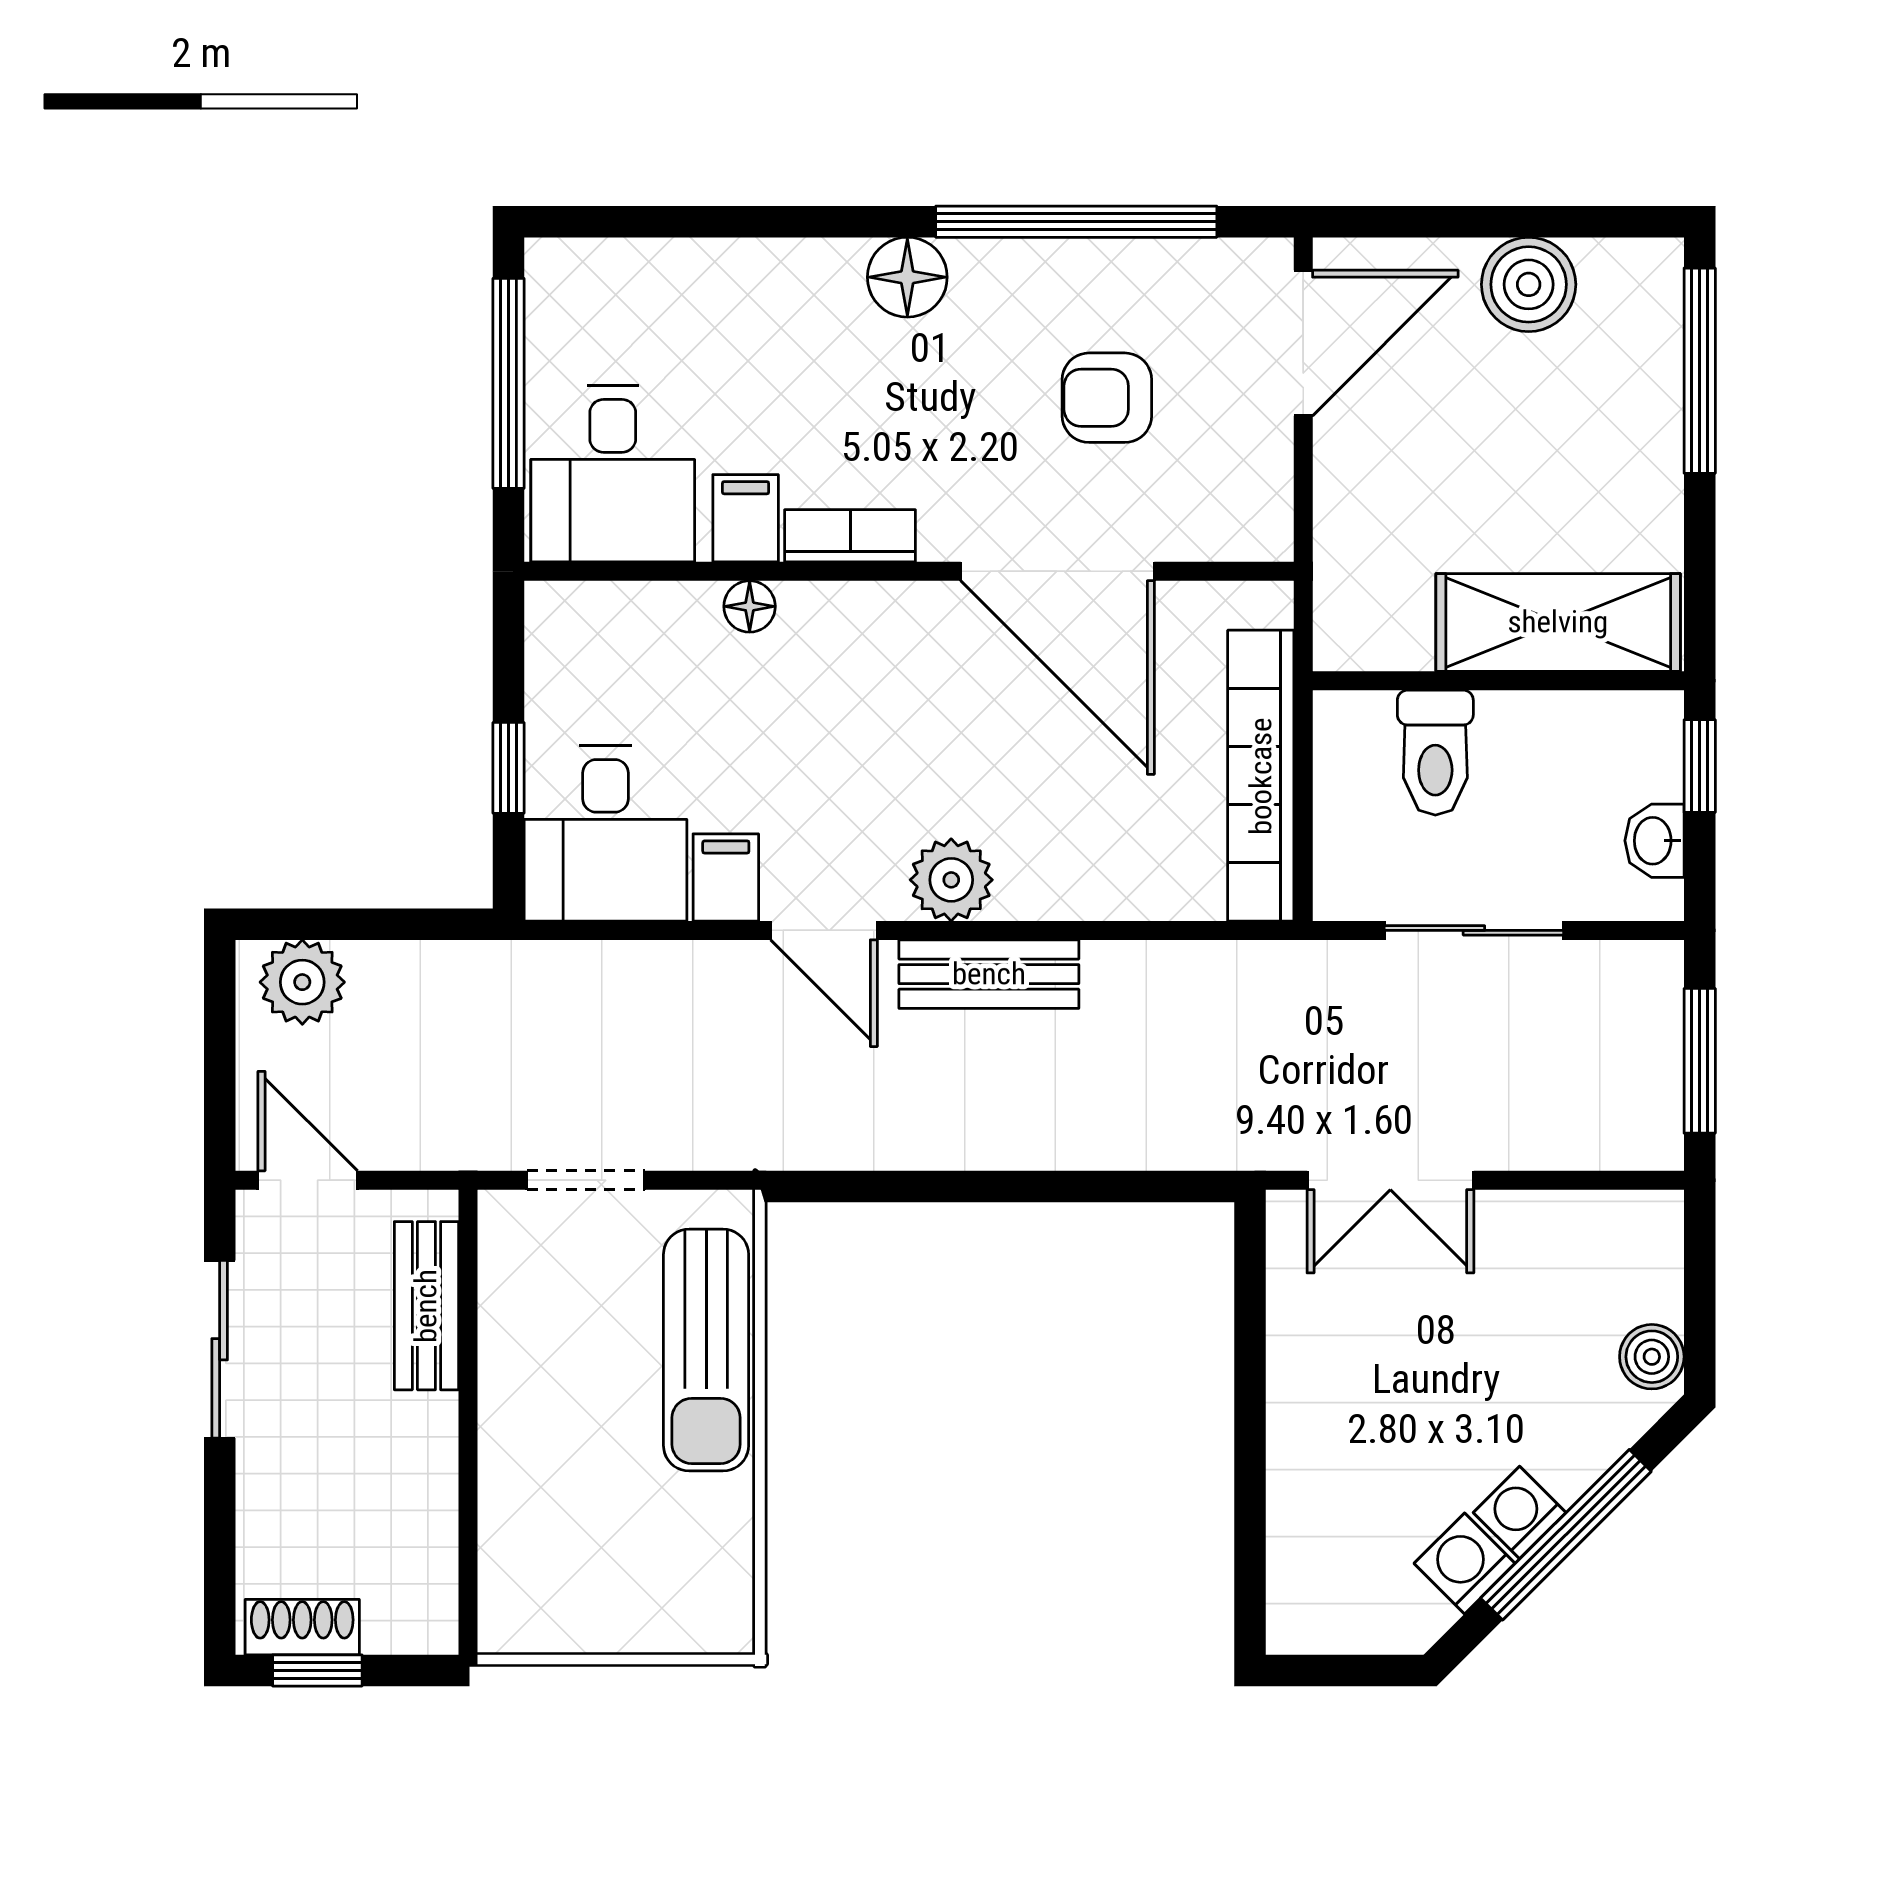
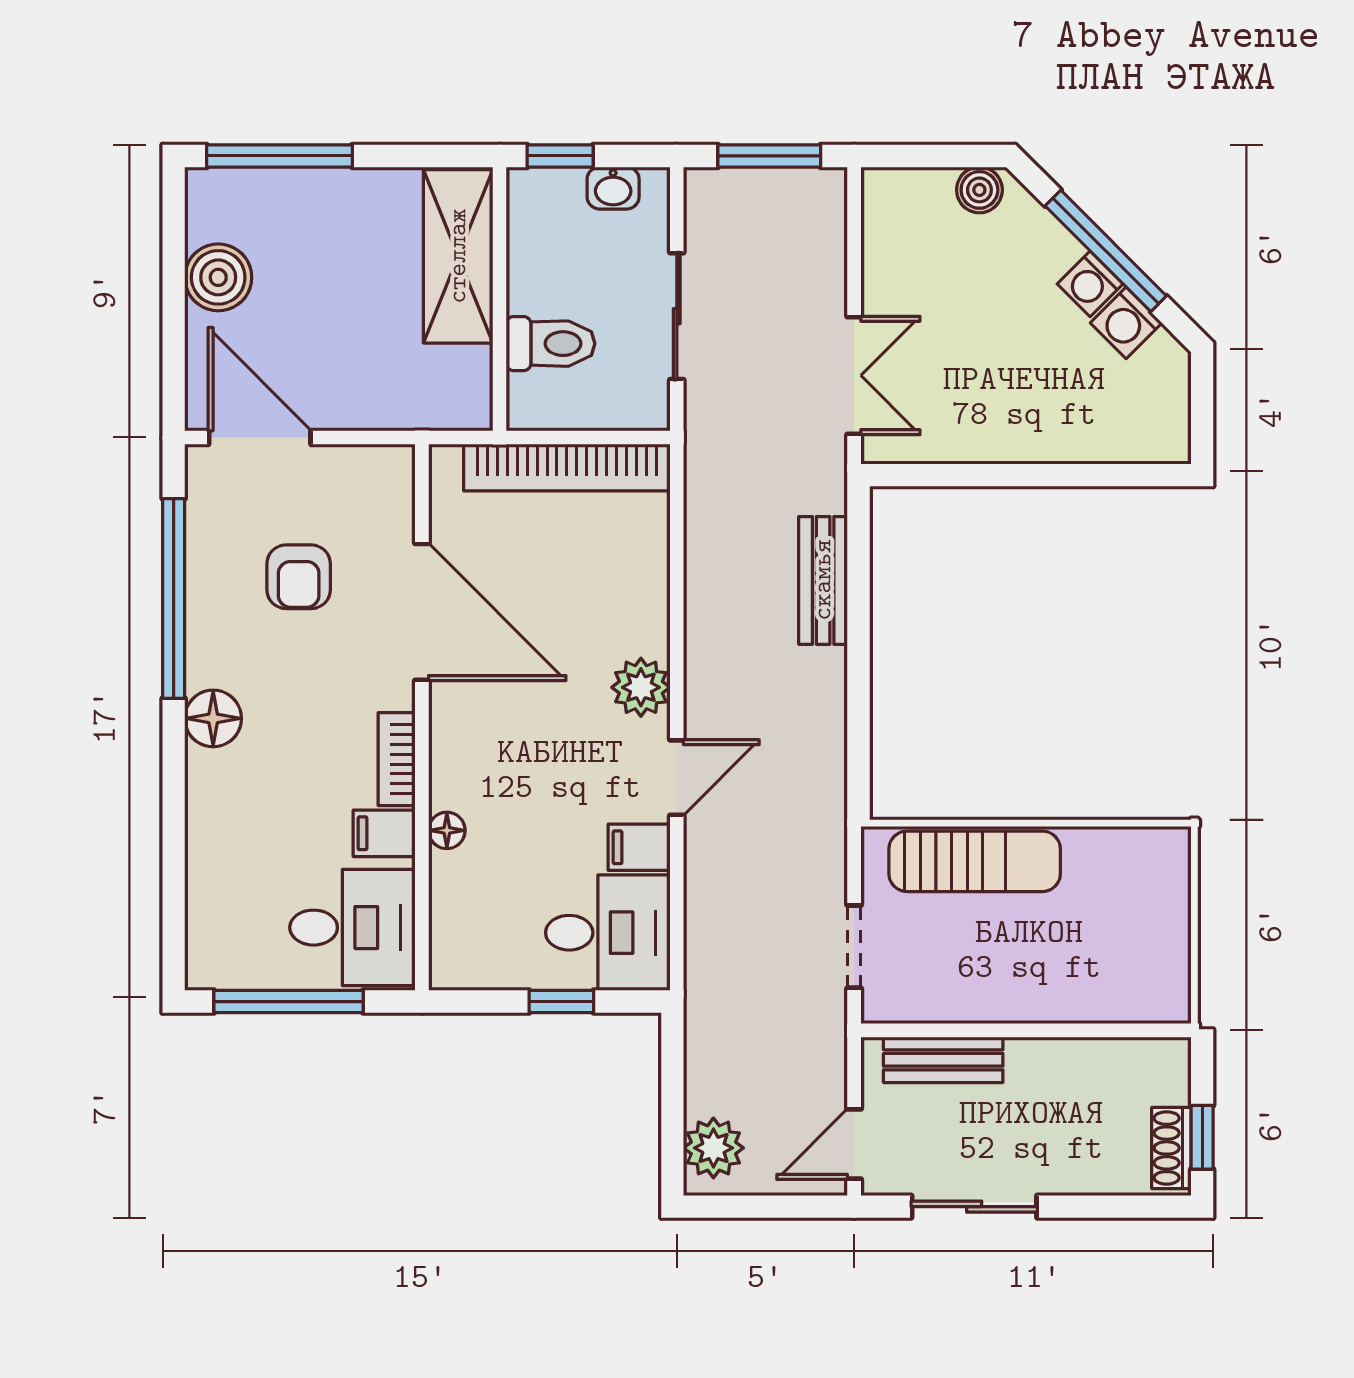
door: (1058, 571) -> (422, 612), hinge flipped
bench: (989, 974) -> (823, 580), moved

